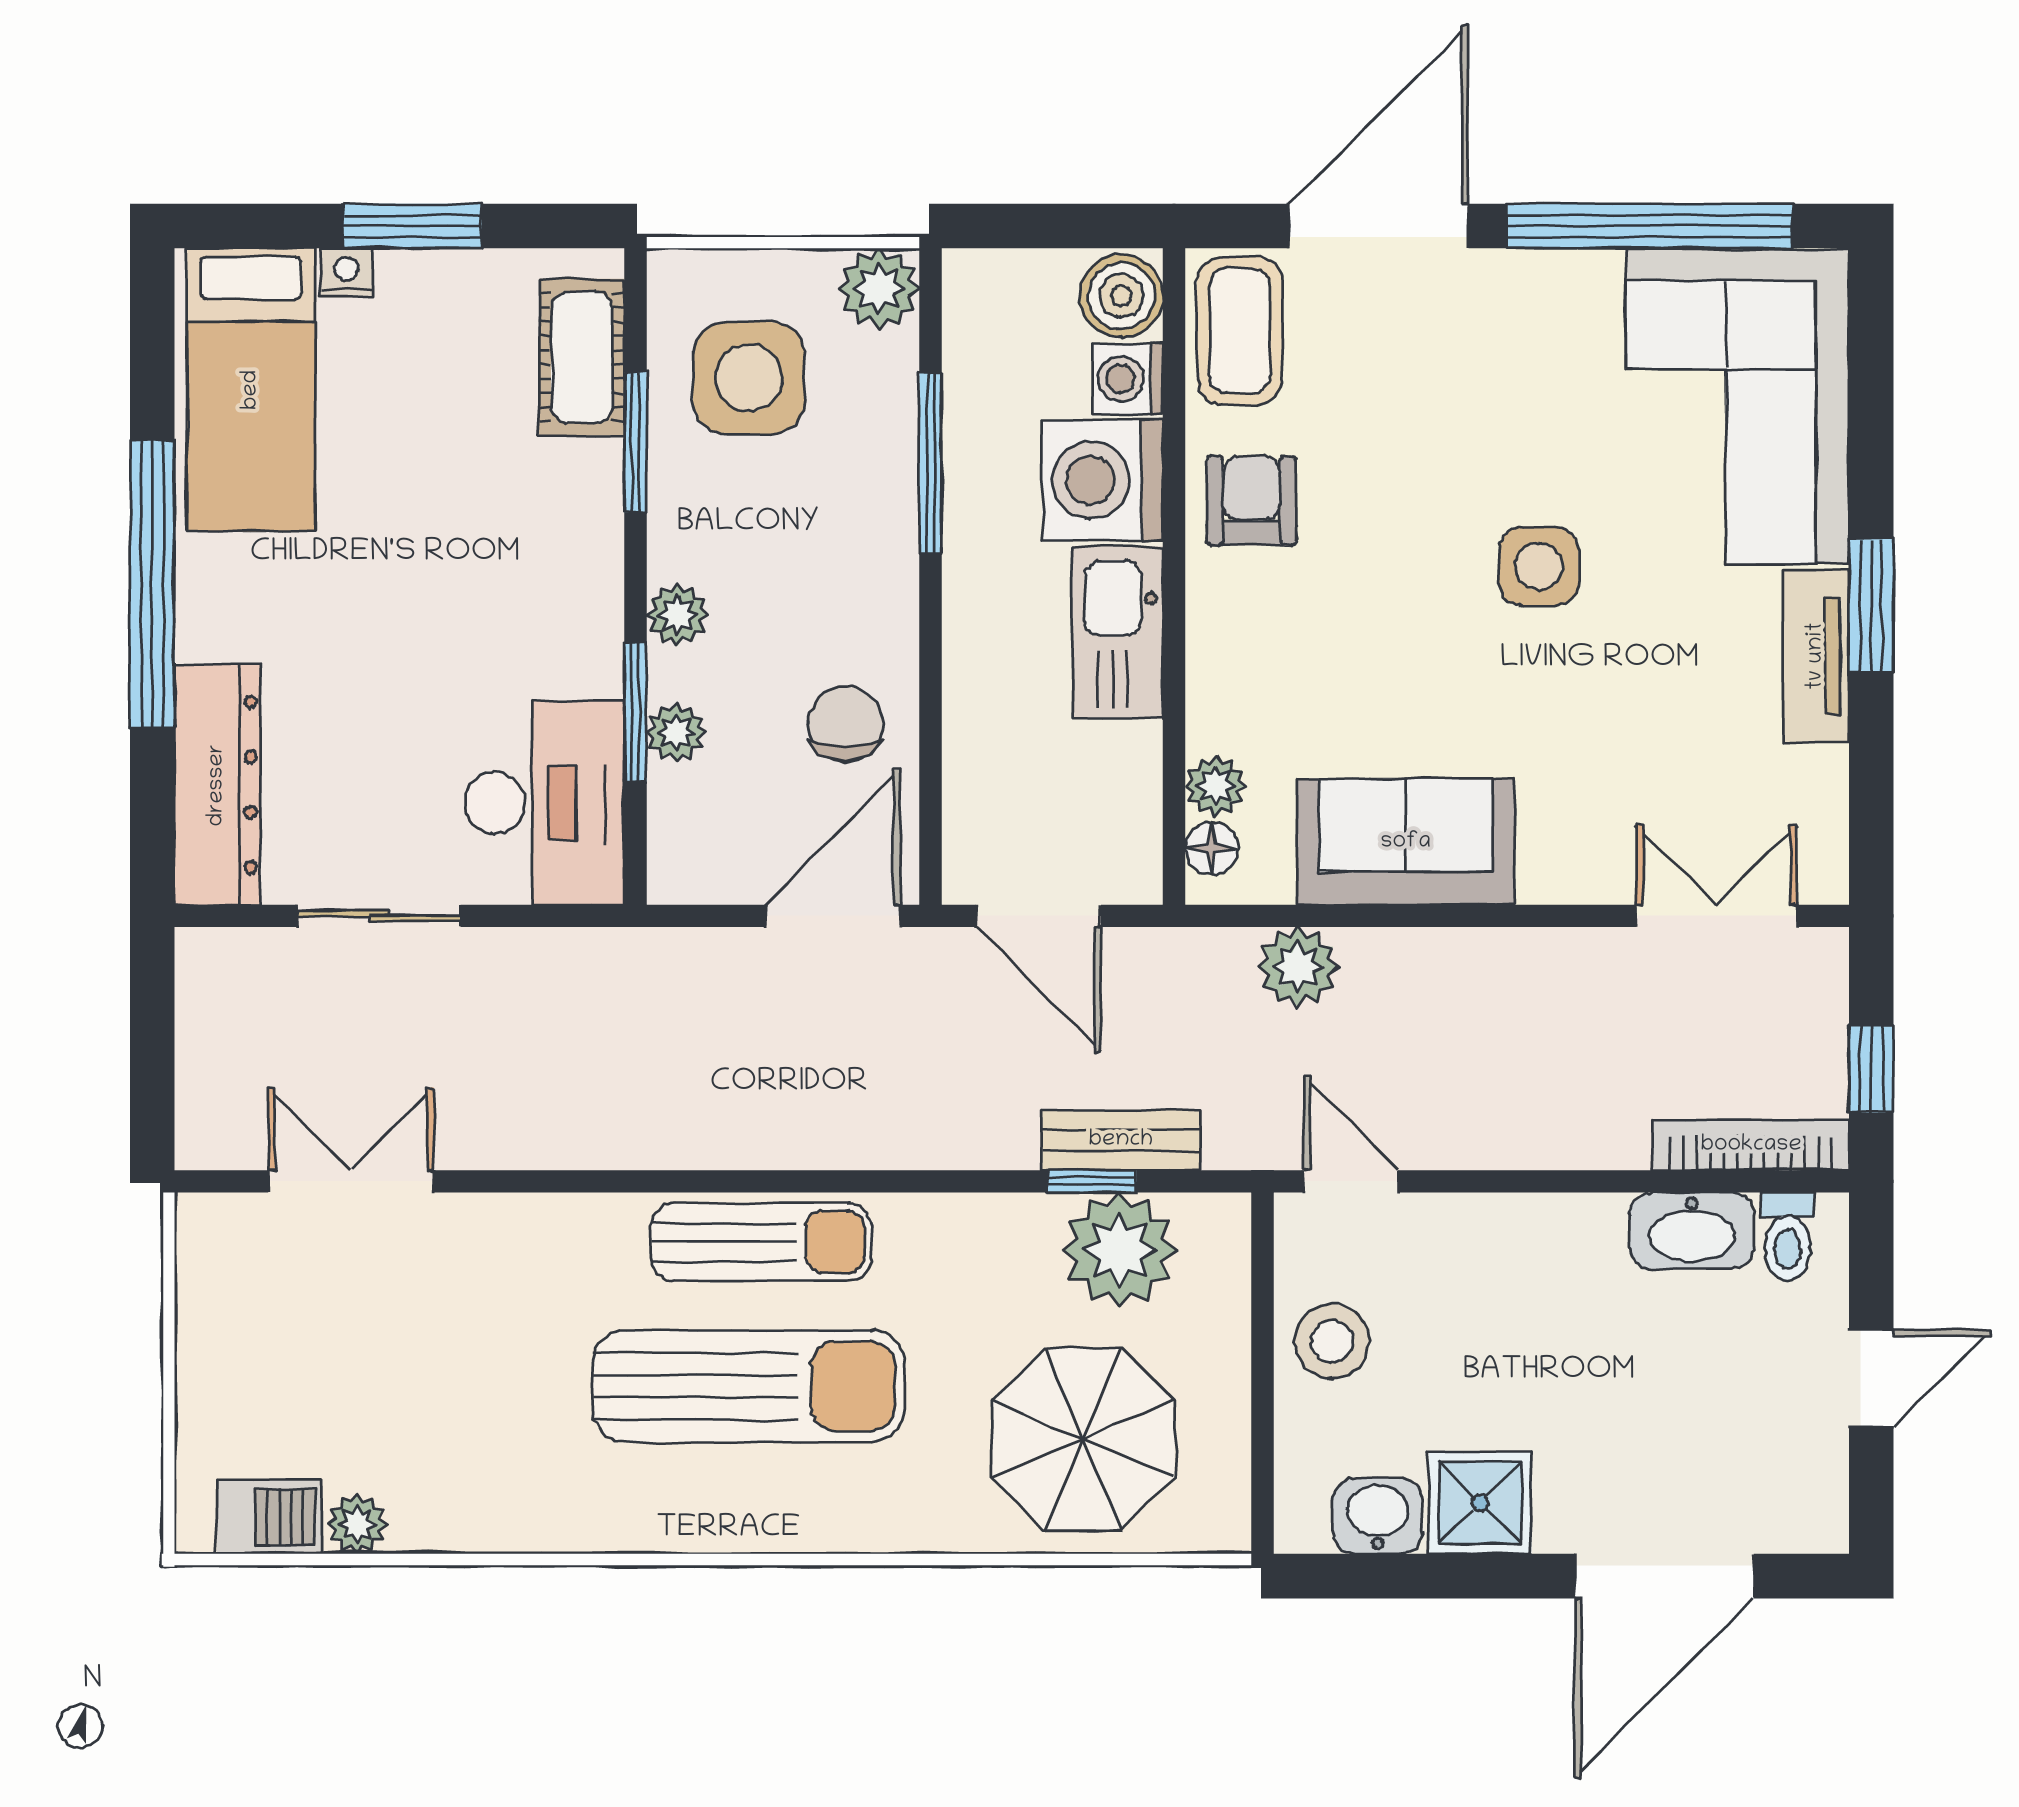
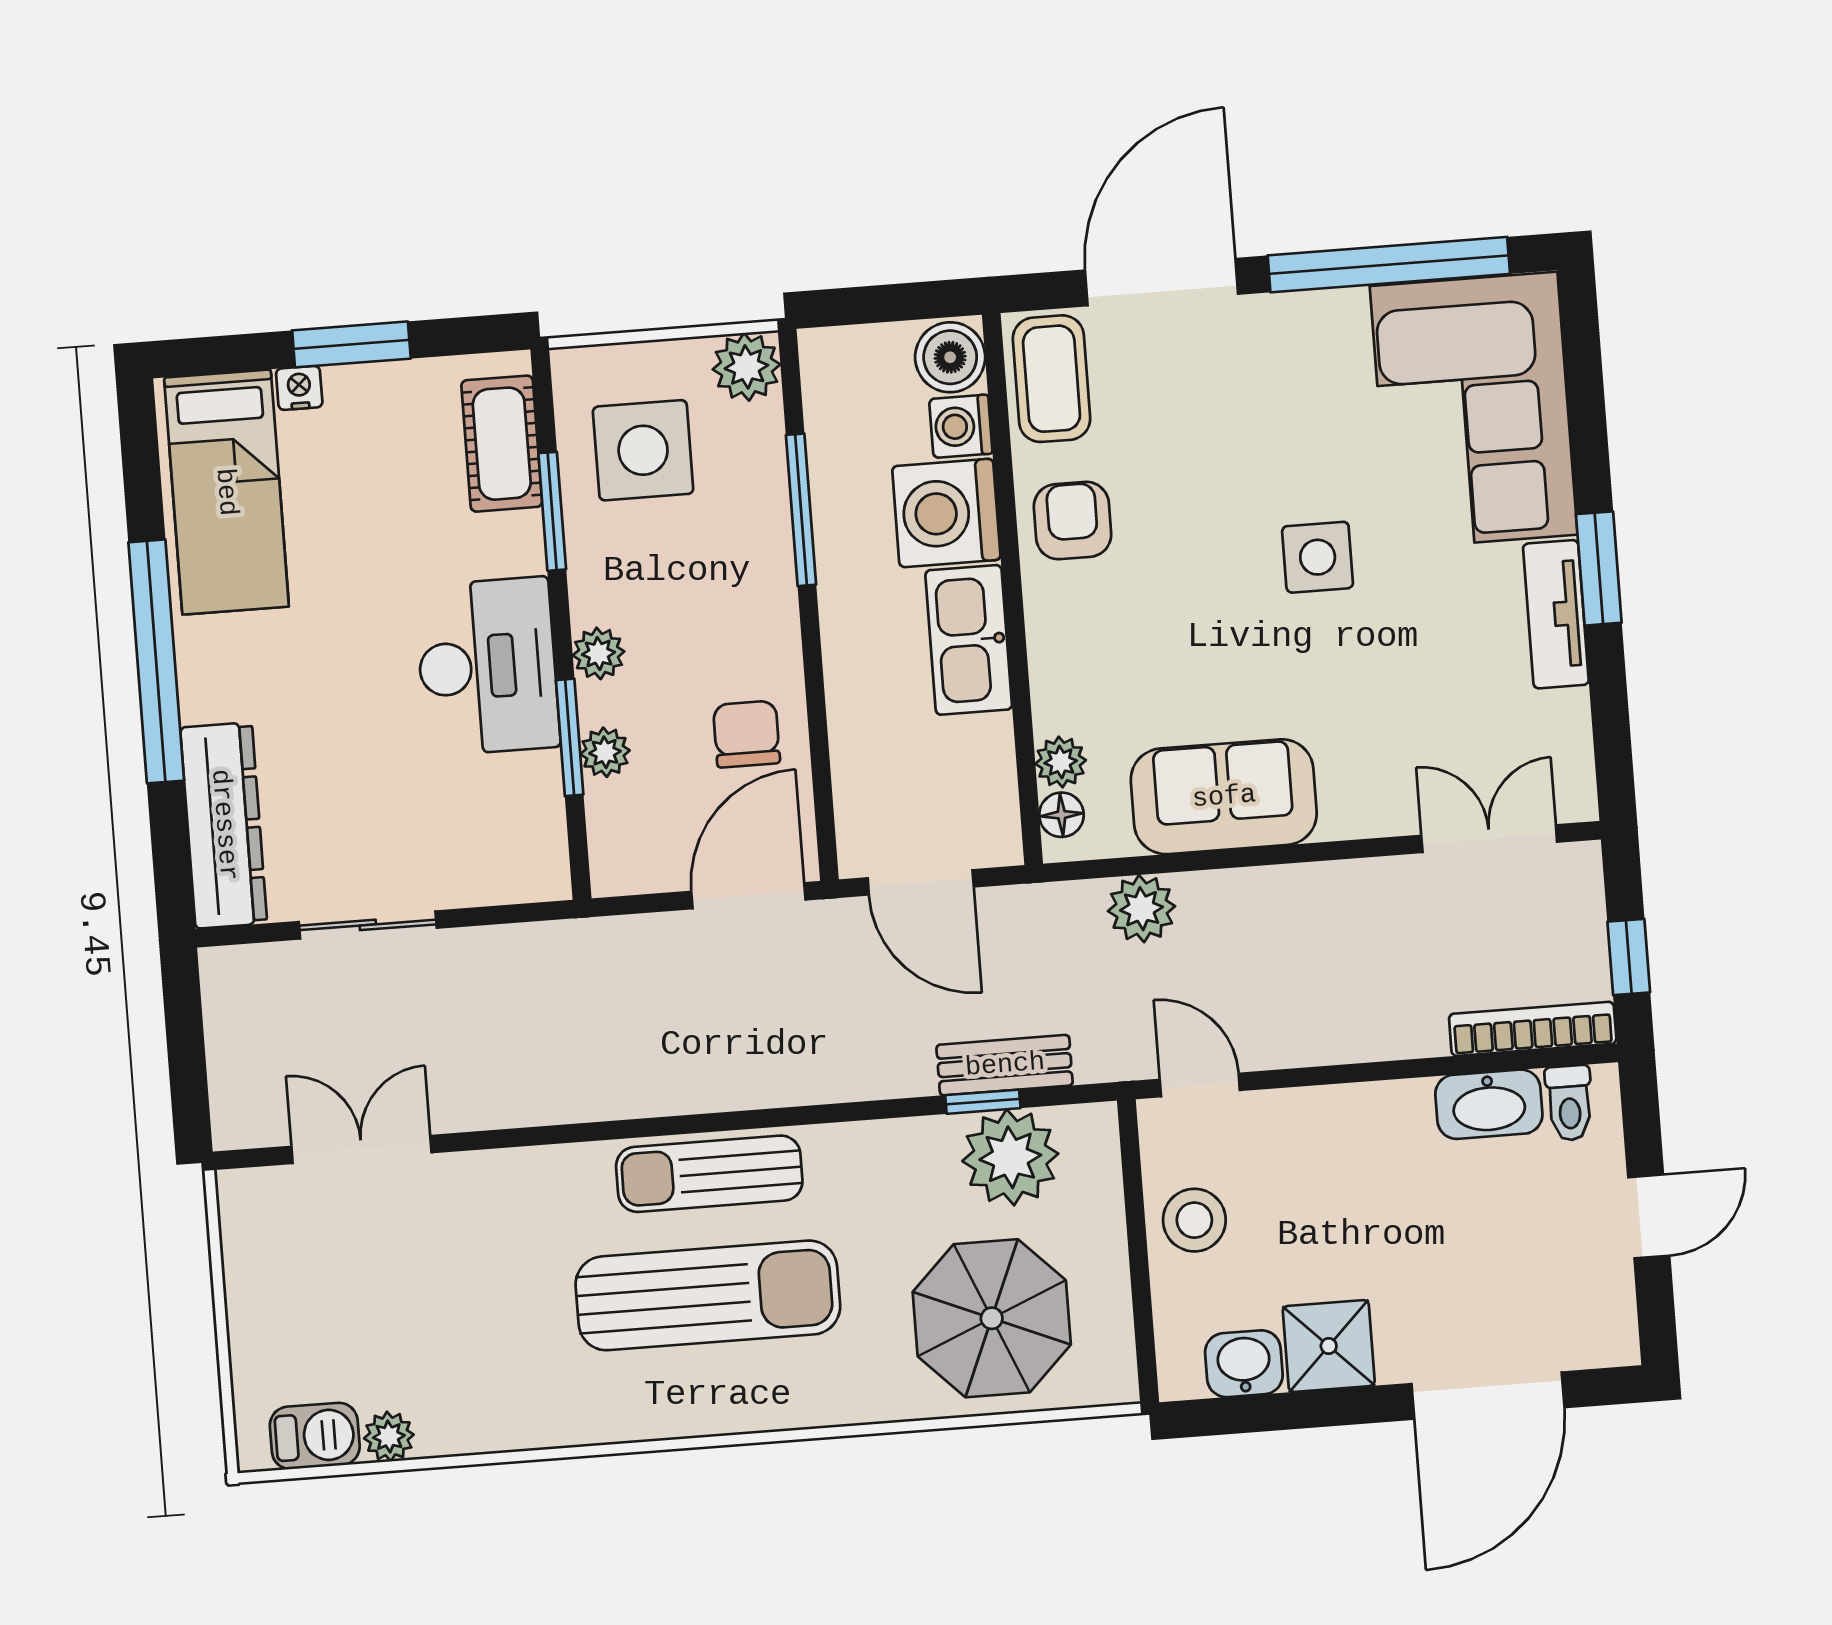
desk: (544, 803) -> (487, 666), moved
sun lounger: (761, 1242) -> (709, 1174), turned 180

